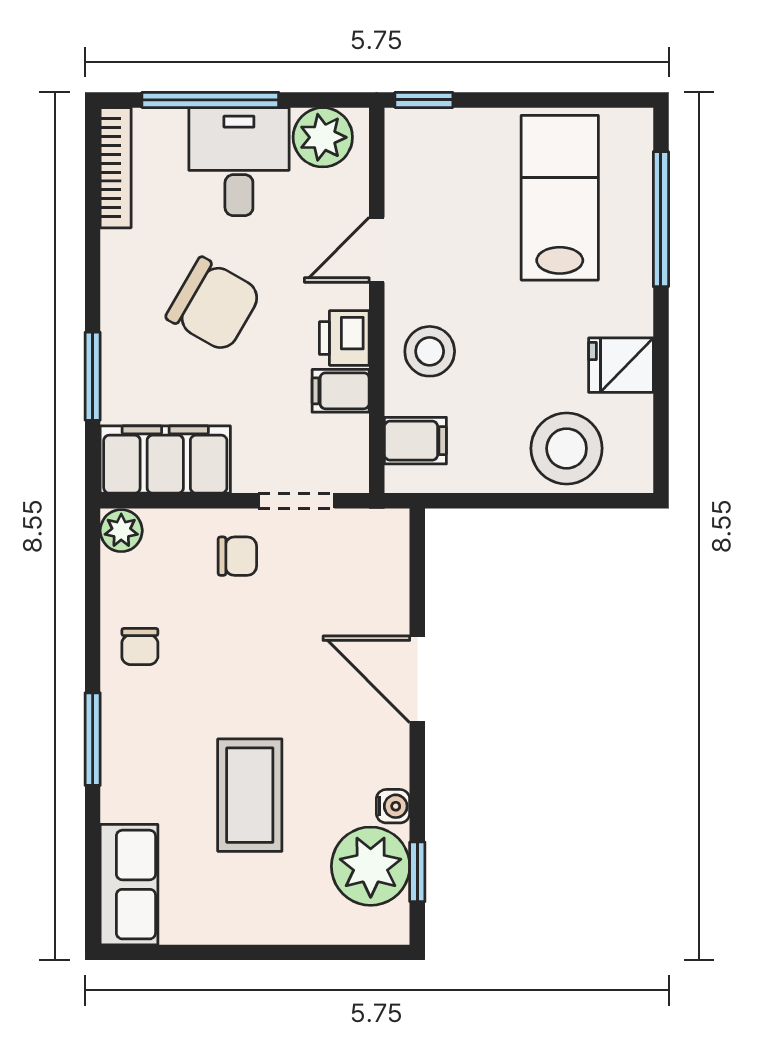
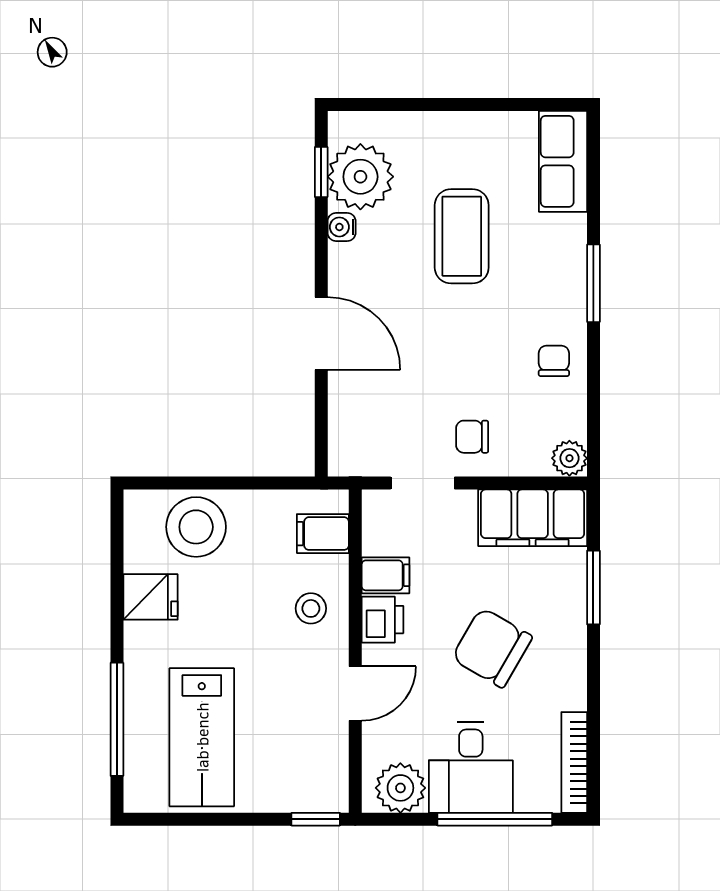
stool: (430, 351) -> (311, 608), width x0.73, depth x0.73

